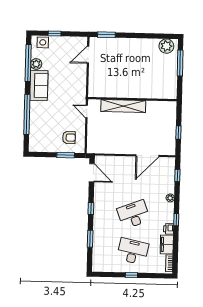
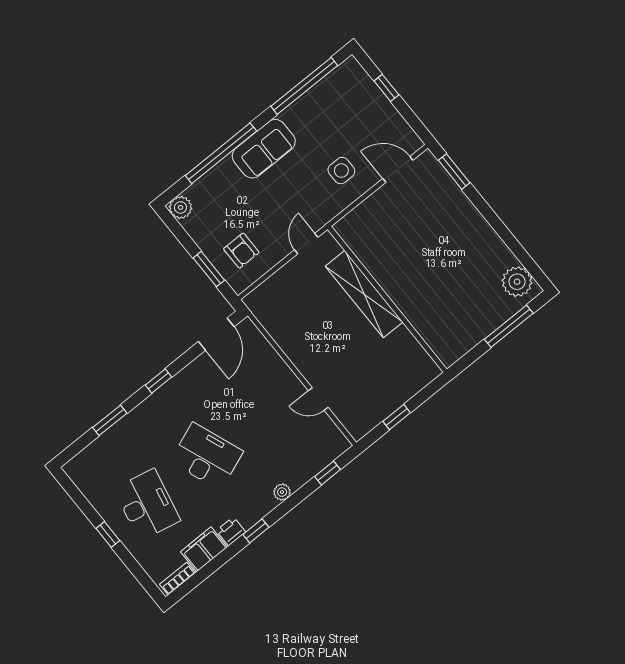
side table: (43, 42) -> (341, 171), moved
plant: (36, 64) -> (180, 207), moved
sofa: (39, 85) -> (264, 149), moved
door: (147, 156) -> (318, 399), width x0.53

